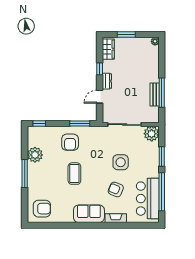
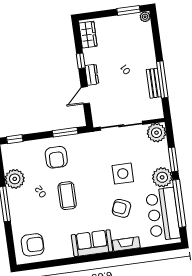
window: (126, 35) -> (129, 10), moved
plant: (151, 169) -> (162, 177), added

